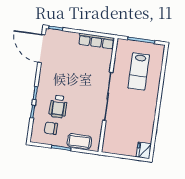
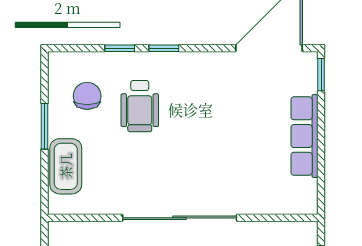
row of seats: (96, 41) -> (305, 136), moved
wheelchair: (58, 107) -> (140, 106), turned -90

